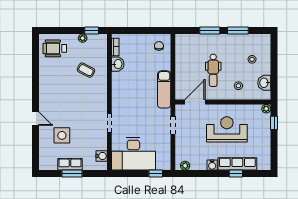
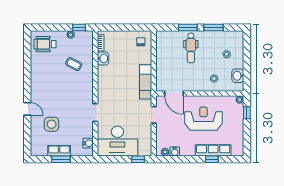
dental chair: (213, 70) -> (191, 48), moved
door: (195, 102) -> (174, 93), swing flipped
water cooler: (212, 165) -> (175, 152), moved

